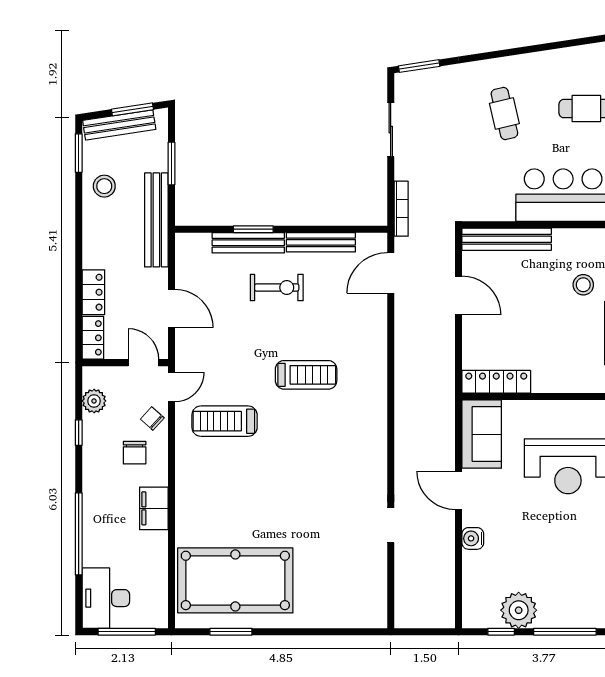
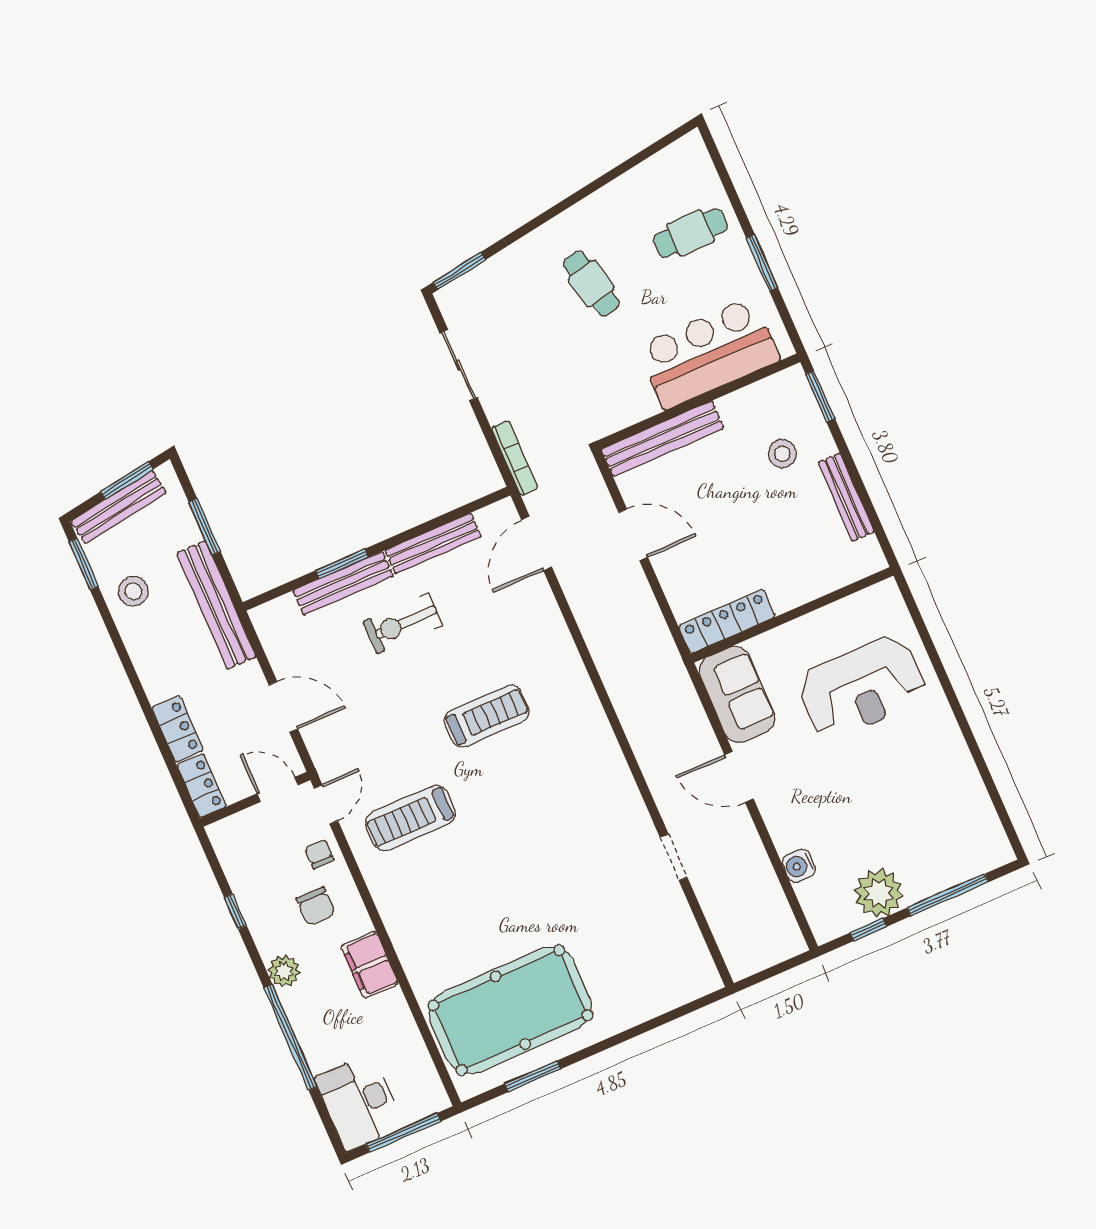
exercise bike: (277, 287) -> (403, 623), turned 180
plant: (94, 401) -> (284, 971), moved
chair: (152, 418) -> (319, 854), turned 48
water cooler: (473, 538) -> (799, 866), moved

